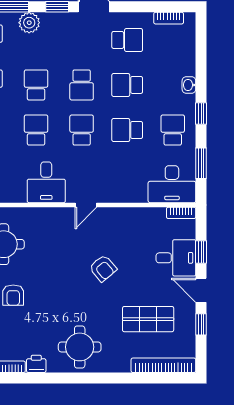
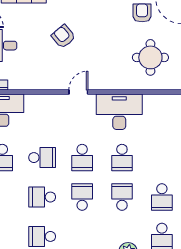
school desk: (36, 85) -> (122, 197), turned 180
school desk: (127, 85) -> (42, 197), turned 180
desk: (46, 182) -> (119, 112), width x1.37

